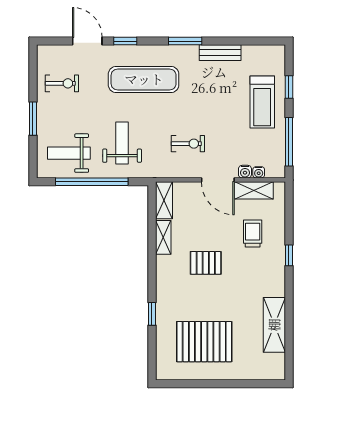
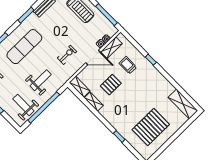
weight bench: (122, 143) -> (41, 80), turned 90
weight bench: (69, 153) -> (23, 105), turned 90
pallet: (206, 263) -> (111, 85), moved
shelving: (274, 325) -> (183, 104), moved

